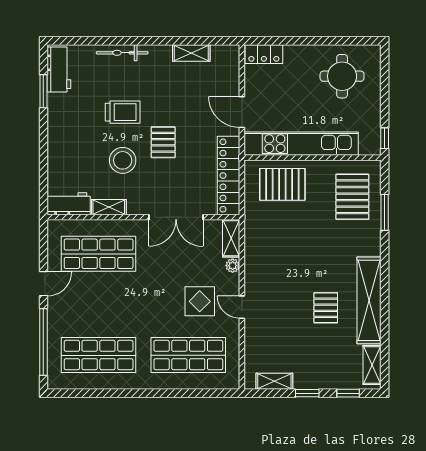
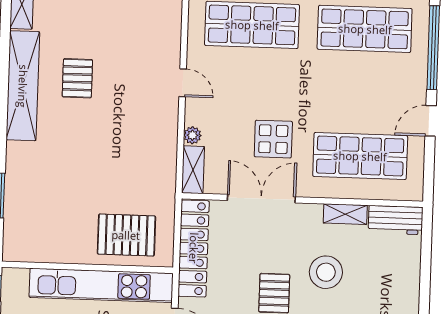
pallet: (352, 197) -> (39, 216), removed
display table: (200, 301) -> (273, 139), moved

